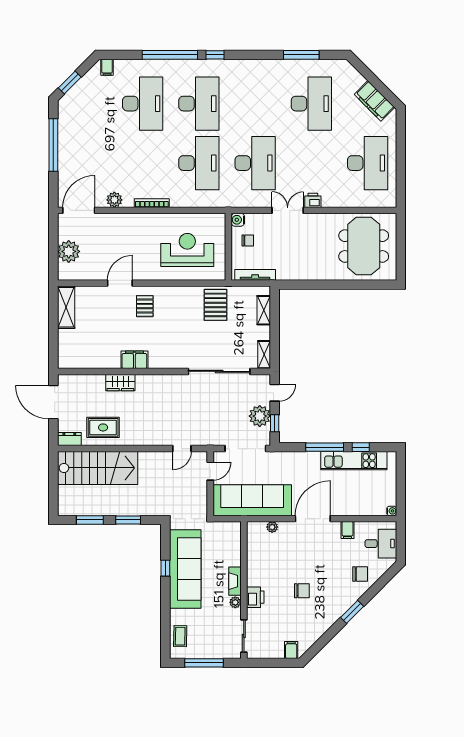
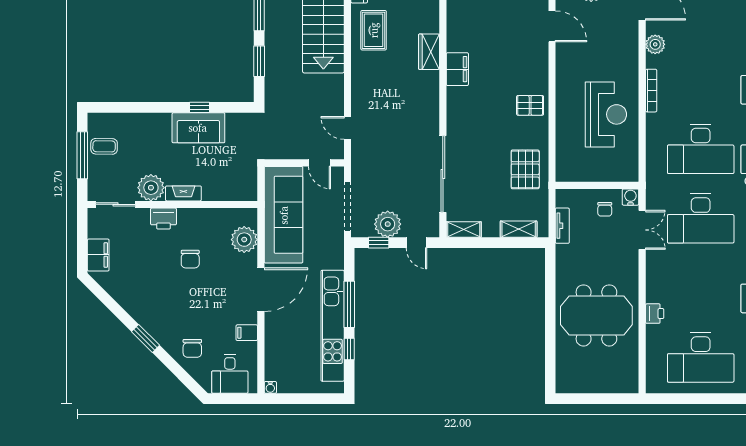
printer: (313, 200) -> (655, 314), moved
double door: (288, 210) -> (642, 230), moved
meeting table: (364, 246) -> (596, 315), moved
reception desk: (187, 250) -> (606, 114), moved
tv unit: (255, 275) -> (562, 226), width x0.71
door: (120, 283) -> (552, 26), moved
pallet: (215, 305) -> (525, 169), turned 90
pallet: (145, 306) -> (530, 105), moved
kitchen unit: (354, 461) -> (333, 326), width x1.36
door: (313, 519) -> (261, 290), hinge flipped
plant: (272, 527) -> (244, 240), width x1.88, depth x1.88
sofa: (185, 569) -> (198, 128), width x0.54, depth x0.79
chair: (302, 591) -> (190, 259), moved
plant: (235, 602) -> (151, 188), width x1.87, depth x1.87
coffee table: (180, 636) -> (104, 146), moved
filing cabinet: (291, 650) -> (98, 255), width x2.00

